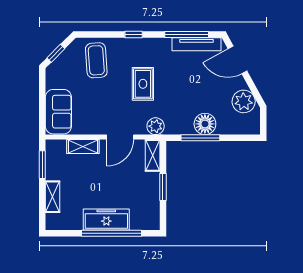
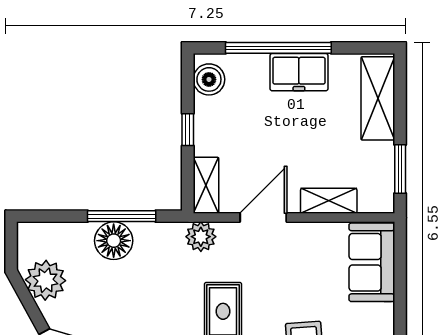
window: (163, 187) -> (188, 130), width x0.67
shelving: (53, 197) -> (378, 98), width x1.50, depth x1.33
boiler: (151, 215) -> (209, 79), added
freezer: (106, 220) -> (299, 72), width x0.71

